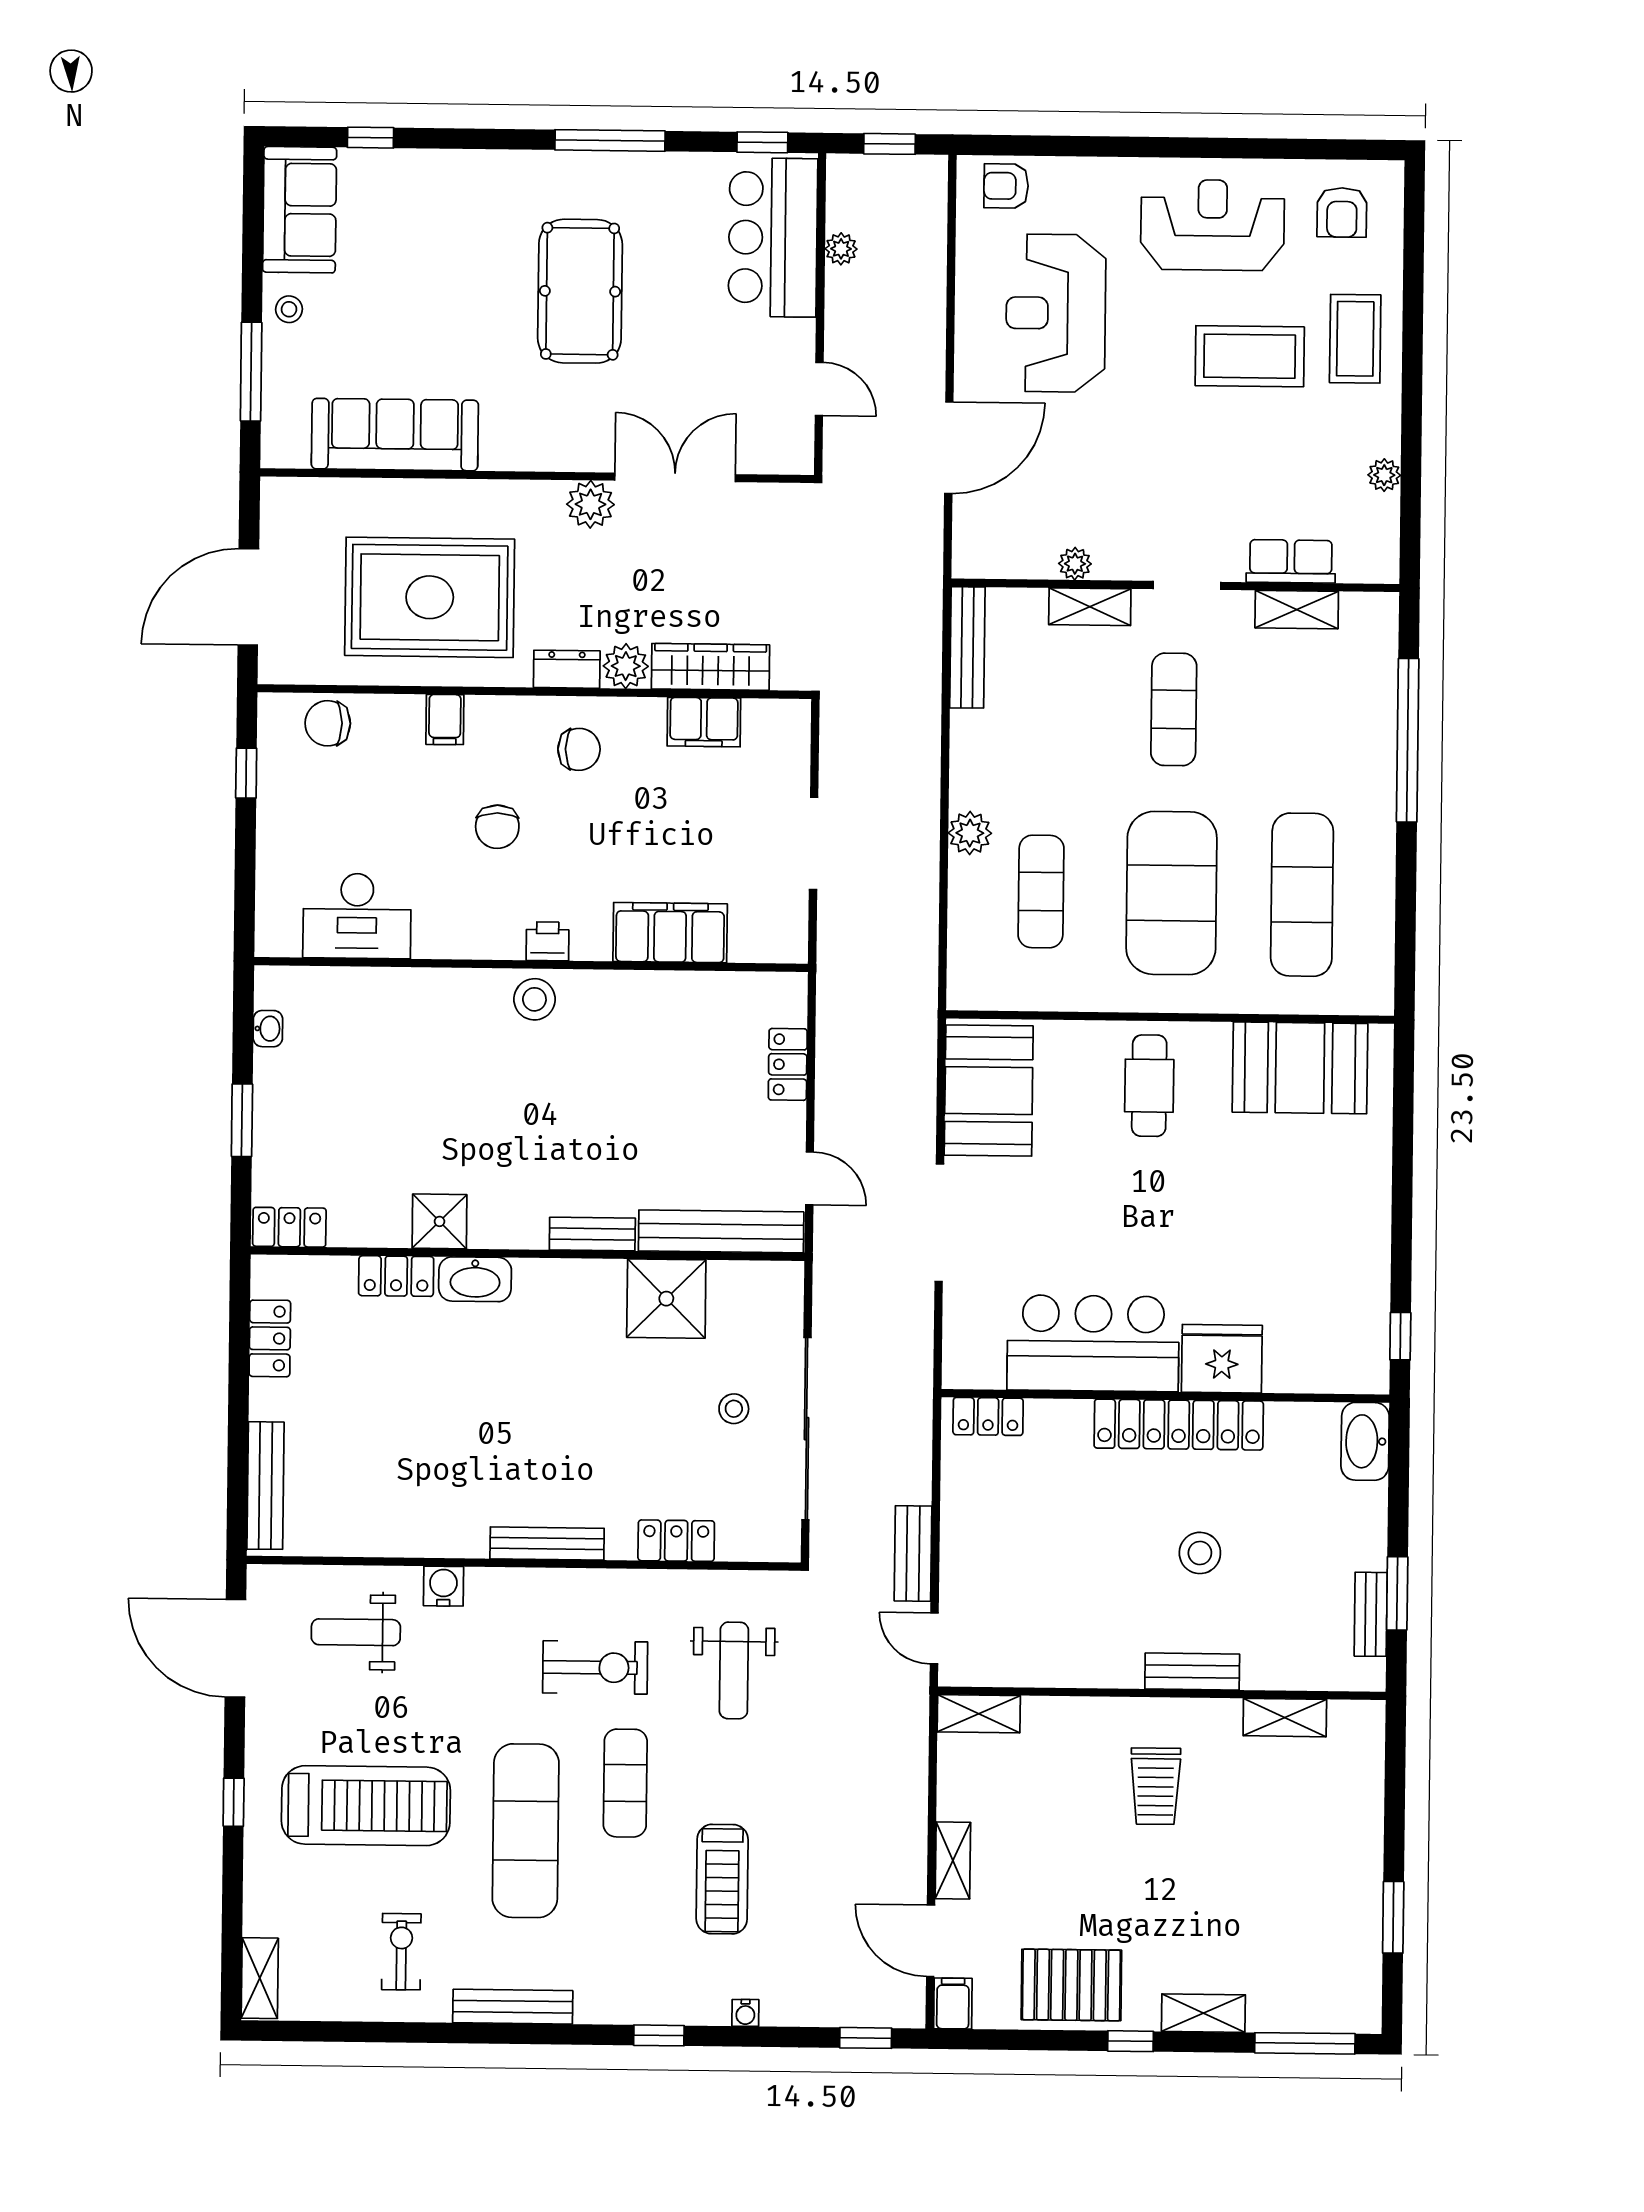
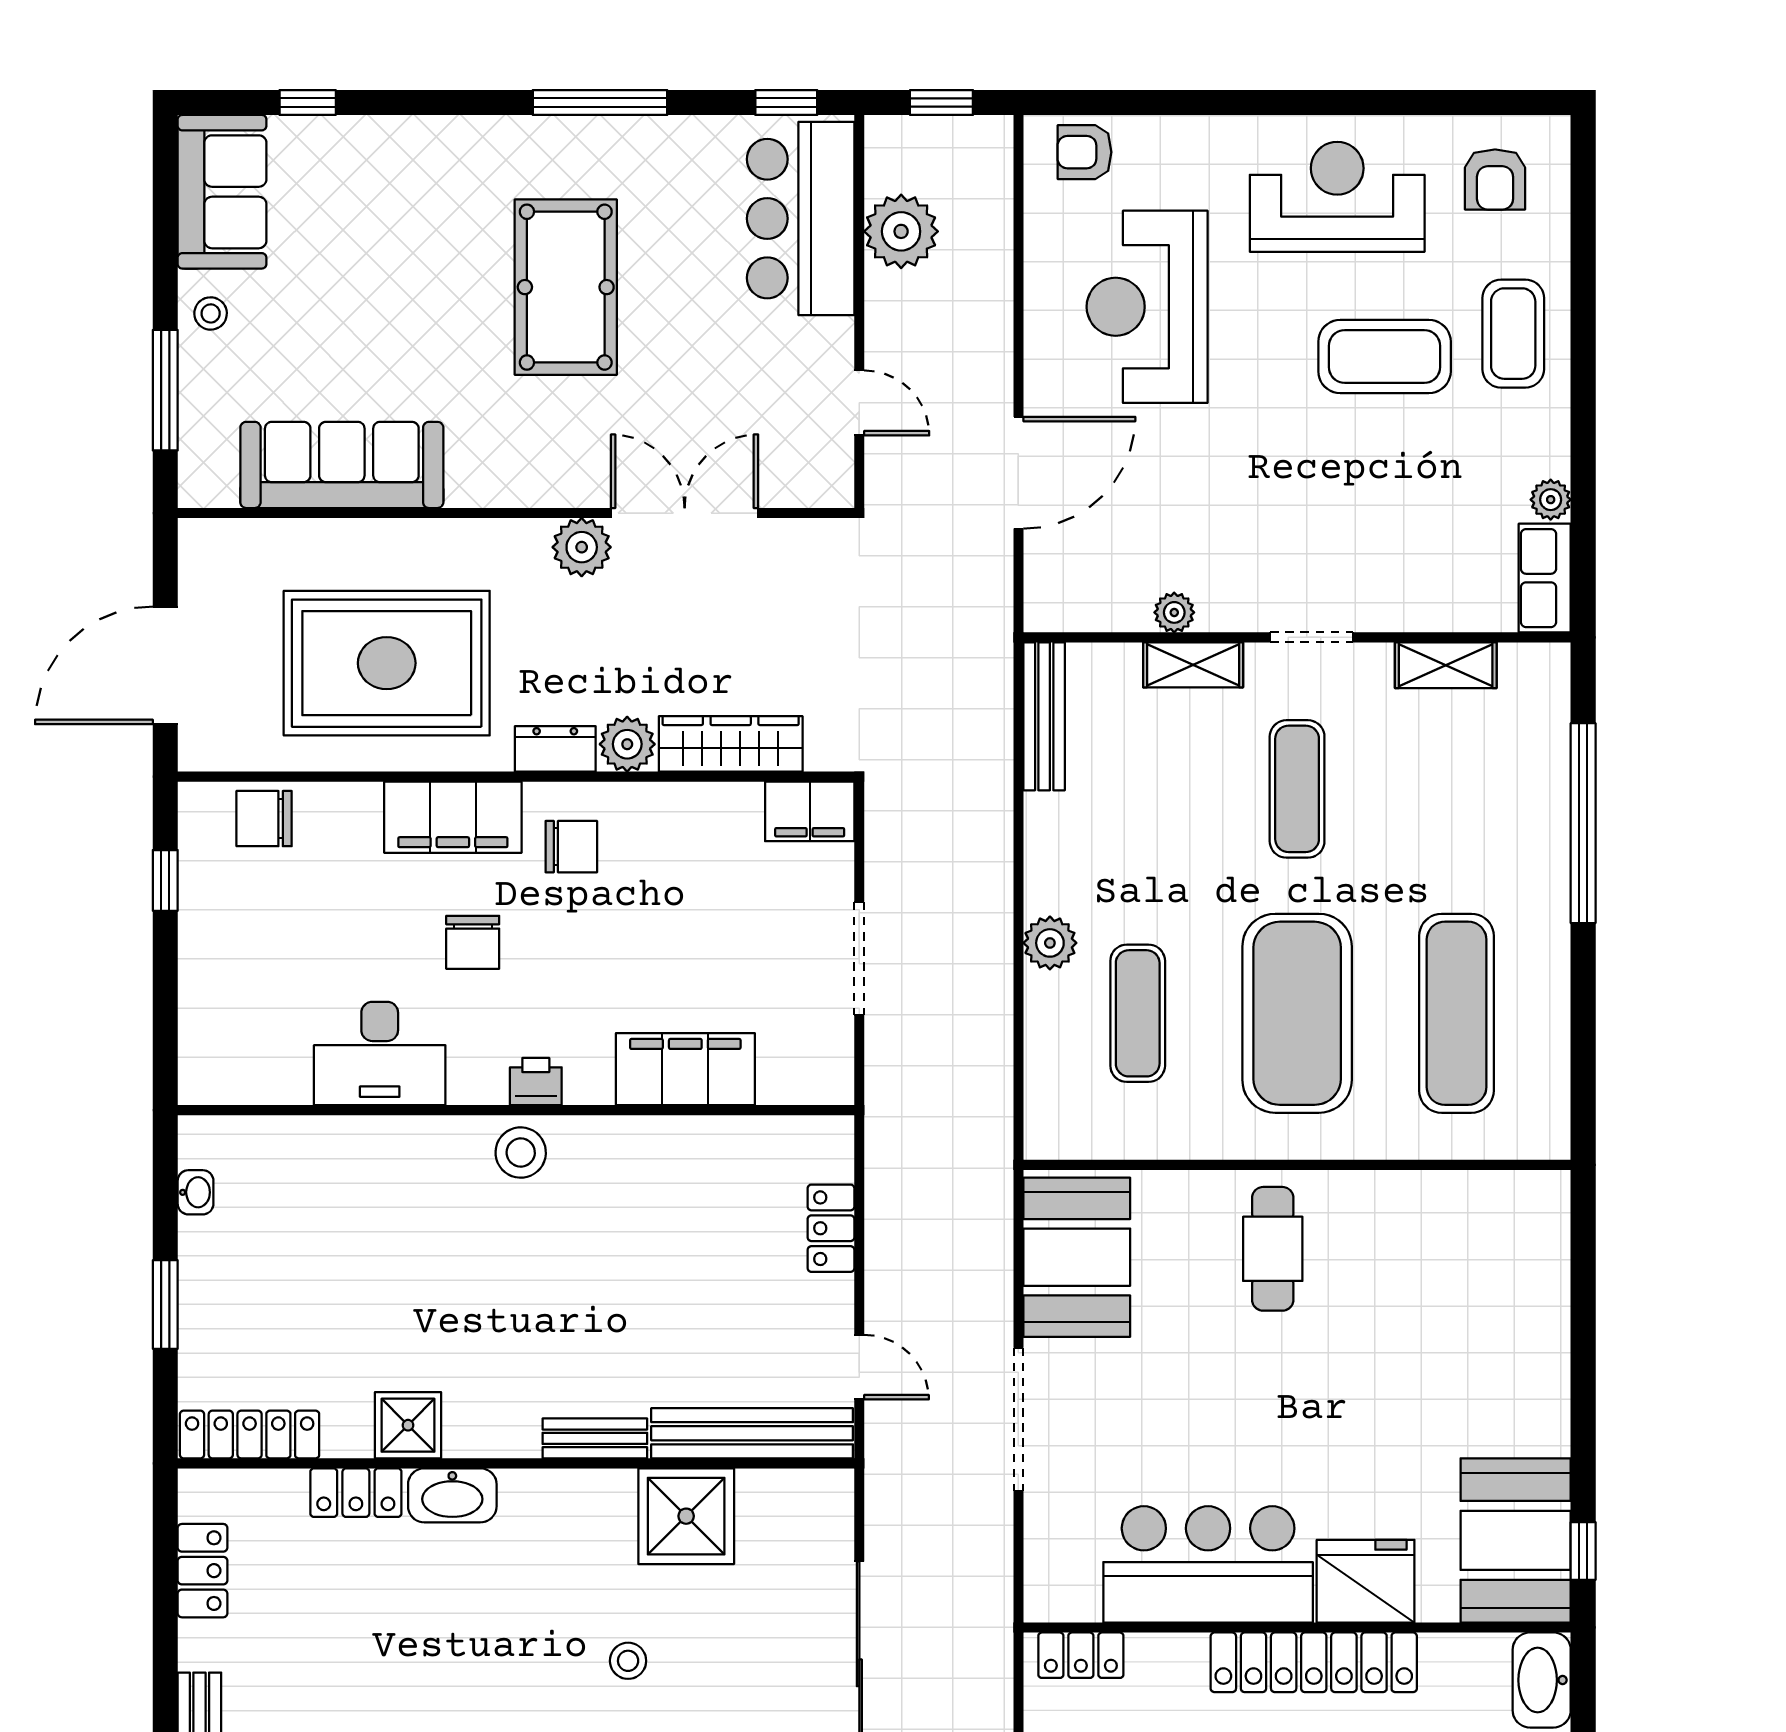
plant: (841, 249) -> (901, 231), width x1.87, depth x1.87
row of seats: (1291, 561) -> (1545, 578), moved, turned -90
filing cabinet: (445, 720) -> (453, 817), width x3.00, depth x1.17
filing cabinet: (704, 722) -> (810, 811), moved
desk: (357, 916) -> (380, 1053), moved
booth: (1300, 1068) -> (1516, 1540), moved, turned 90
locker: (289, 1227) -> (250, 1435), width x1.53
stool: (734, 1409) -> (628, 1661), moved

